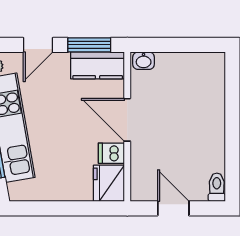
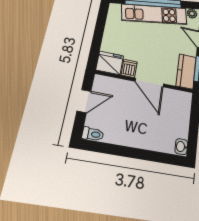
washbasin: (144, 61) -> (181, 147), moved
door: (127, 120) -> (149, 83), swing flipped

